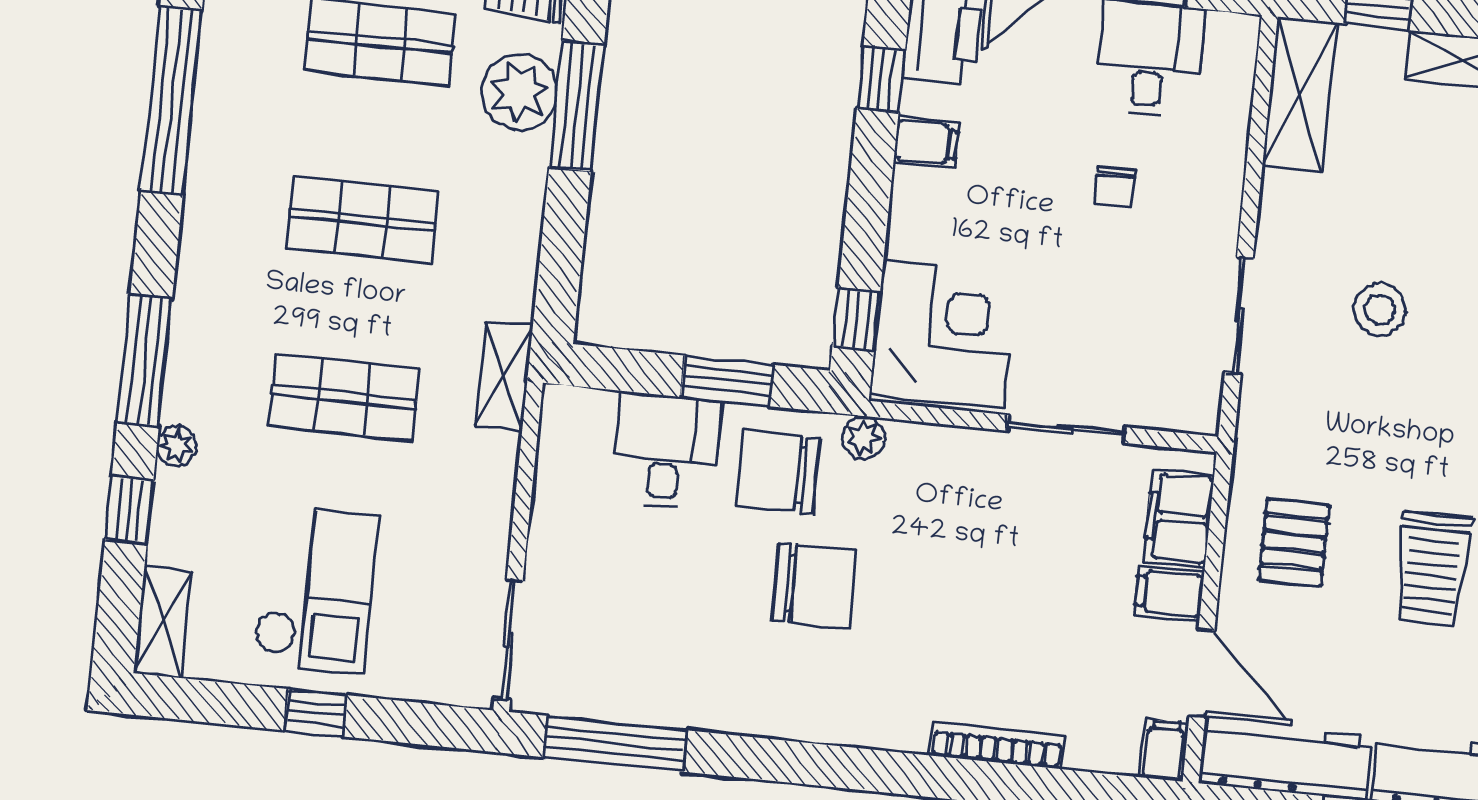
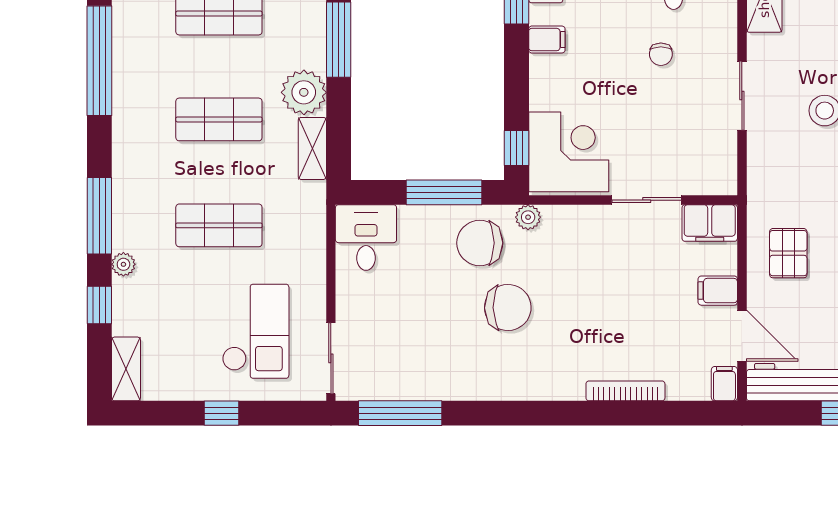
plant: (519, 92) -> (304, 92), moved
sliding door: (1239, 315) -> (742, 96), moved
shelving: (504, 376) -> (312, 148), moved
window: (727, 381) -> (444, 192), width x1.44
desk: (666, 451) -> (366, 238), moved
filing cabinet: (1179, 518) -> (710, 223), moved, turned -90
checkout: (316, 590) -> (256, 331), moved

